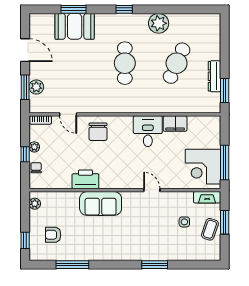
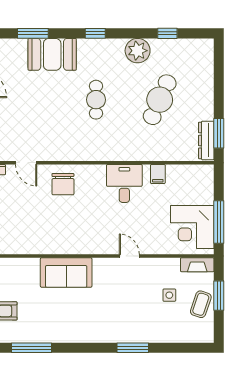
window: (183, 9) -> (167, 33), added
booth: (75, 26) -> (52, 54), moved
cafe table: (125, 63) -> (96, 100), width x0.73, depth x0.74
dresser: (214, 76) -> (206, 140), moved
filing cabinet: (175, 124) -> (158, 174), width x0.50
printer: (85, 179) -> (47, 243), removed

